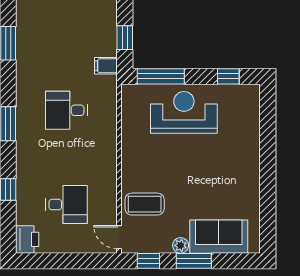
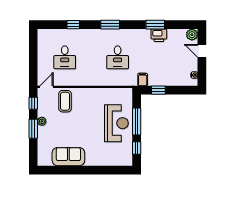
window: (161, 76) -> (137, 121), moved
desk: (66, 110) -> (118, 57), turned 180
sofa: (219, 237) -> (68, 157), moved, turned -90
printer: (27, 239) -> (159, 35), moved

